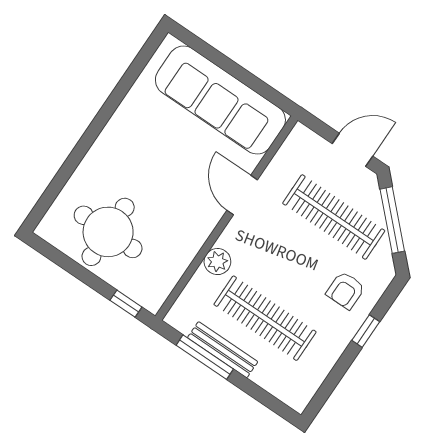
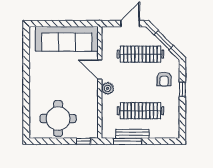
window: (392, 220) -> (164, 40), width x0.69
plant: (217, 262) -> (108, 88), moved

